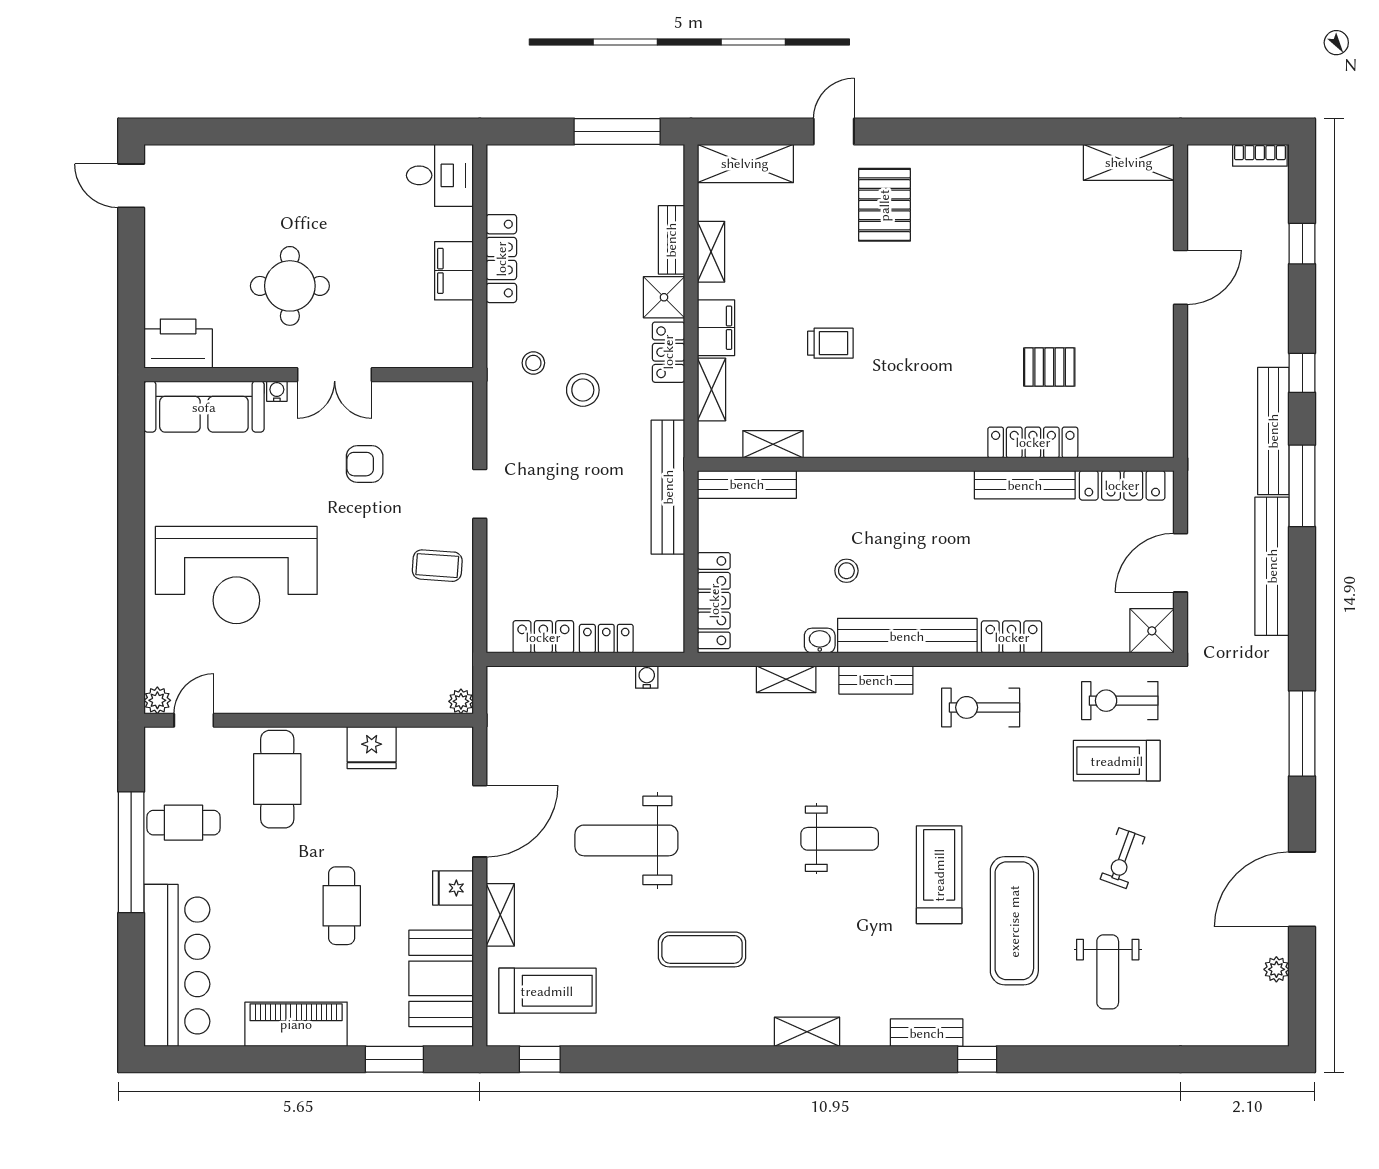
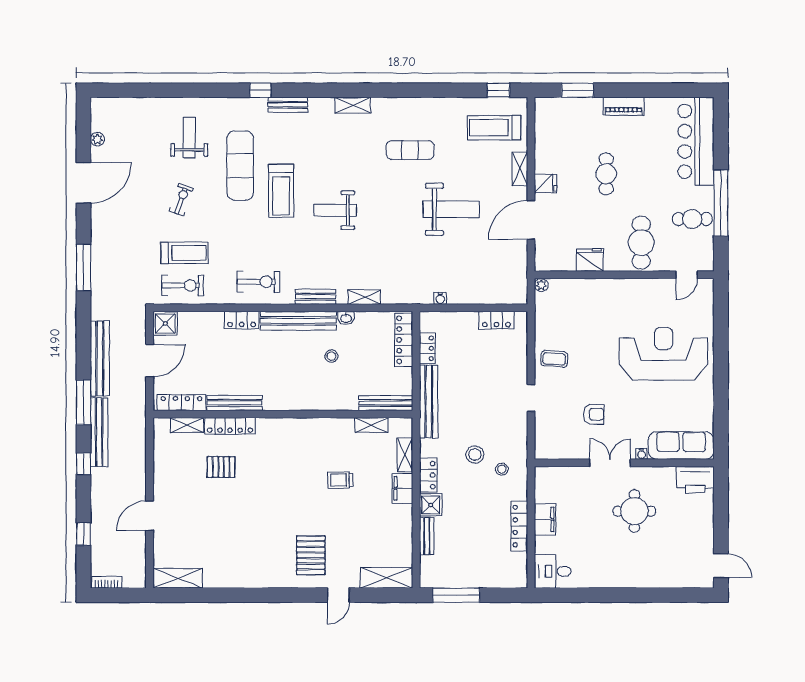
shelving: (711, 252) -> (187, 425), moved, turned 90
locker: (606, 639) -> (427, 348), moved, turned -90
plant: (157, 700) -> (707, 286), removed
booth: (441, 978) -> (552, 134), removed
piano: (296, 1024) -> (624, 106), width x0.73, depth x0.75

